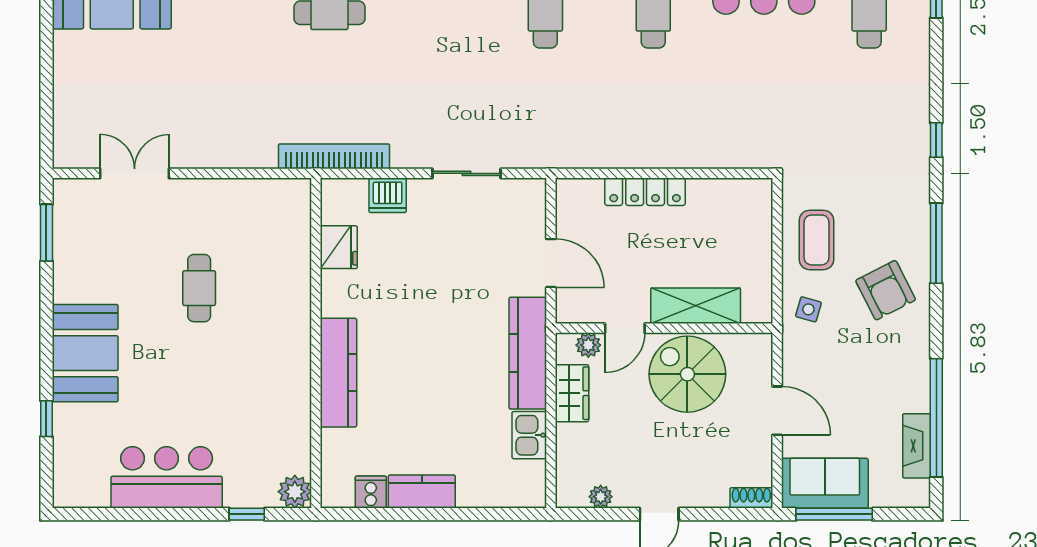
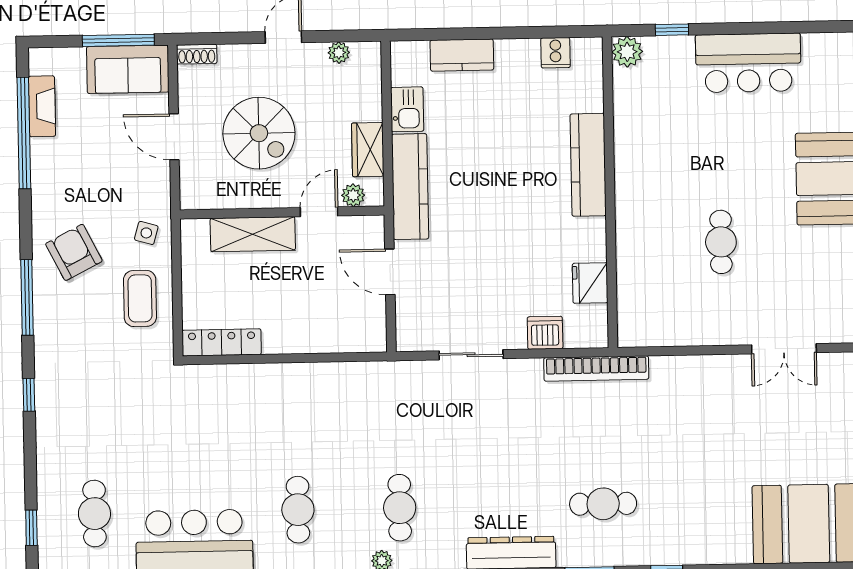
locker: (645, 192) -> (222, 342), moved
spiral stairs: (687, 374) -> (259, 133), moved
kitchen counter: (422, 492) -> (462, 55), moved

